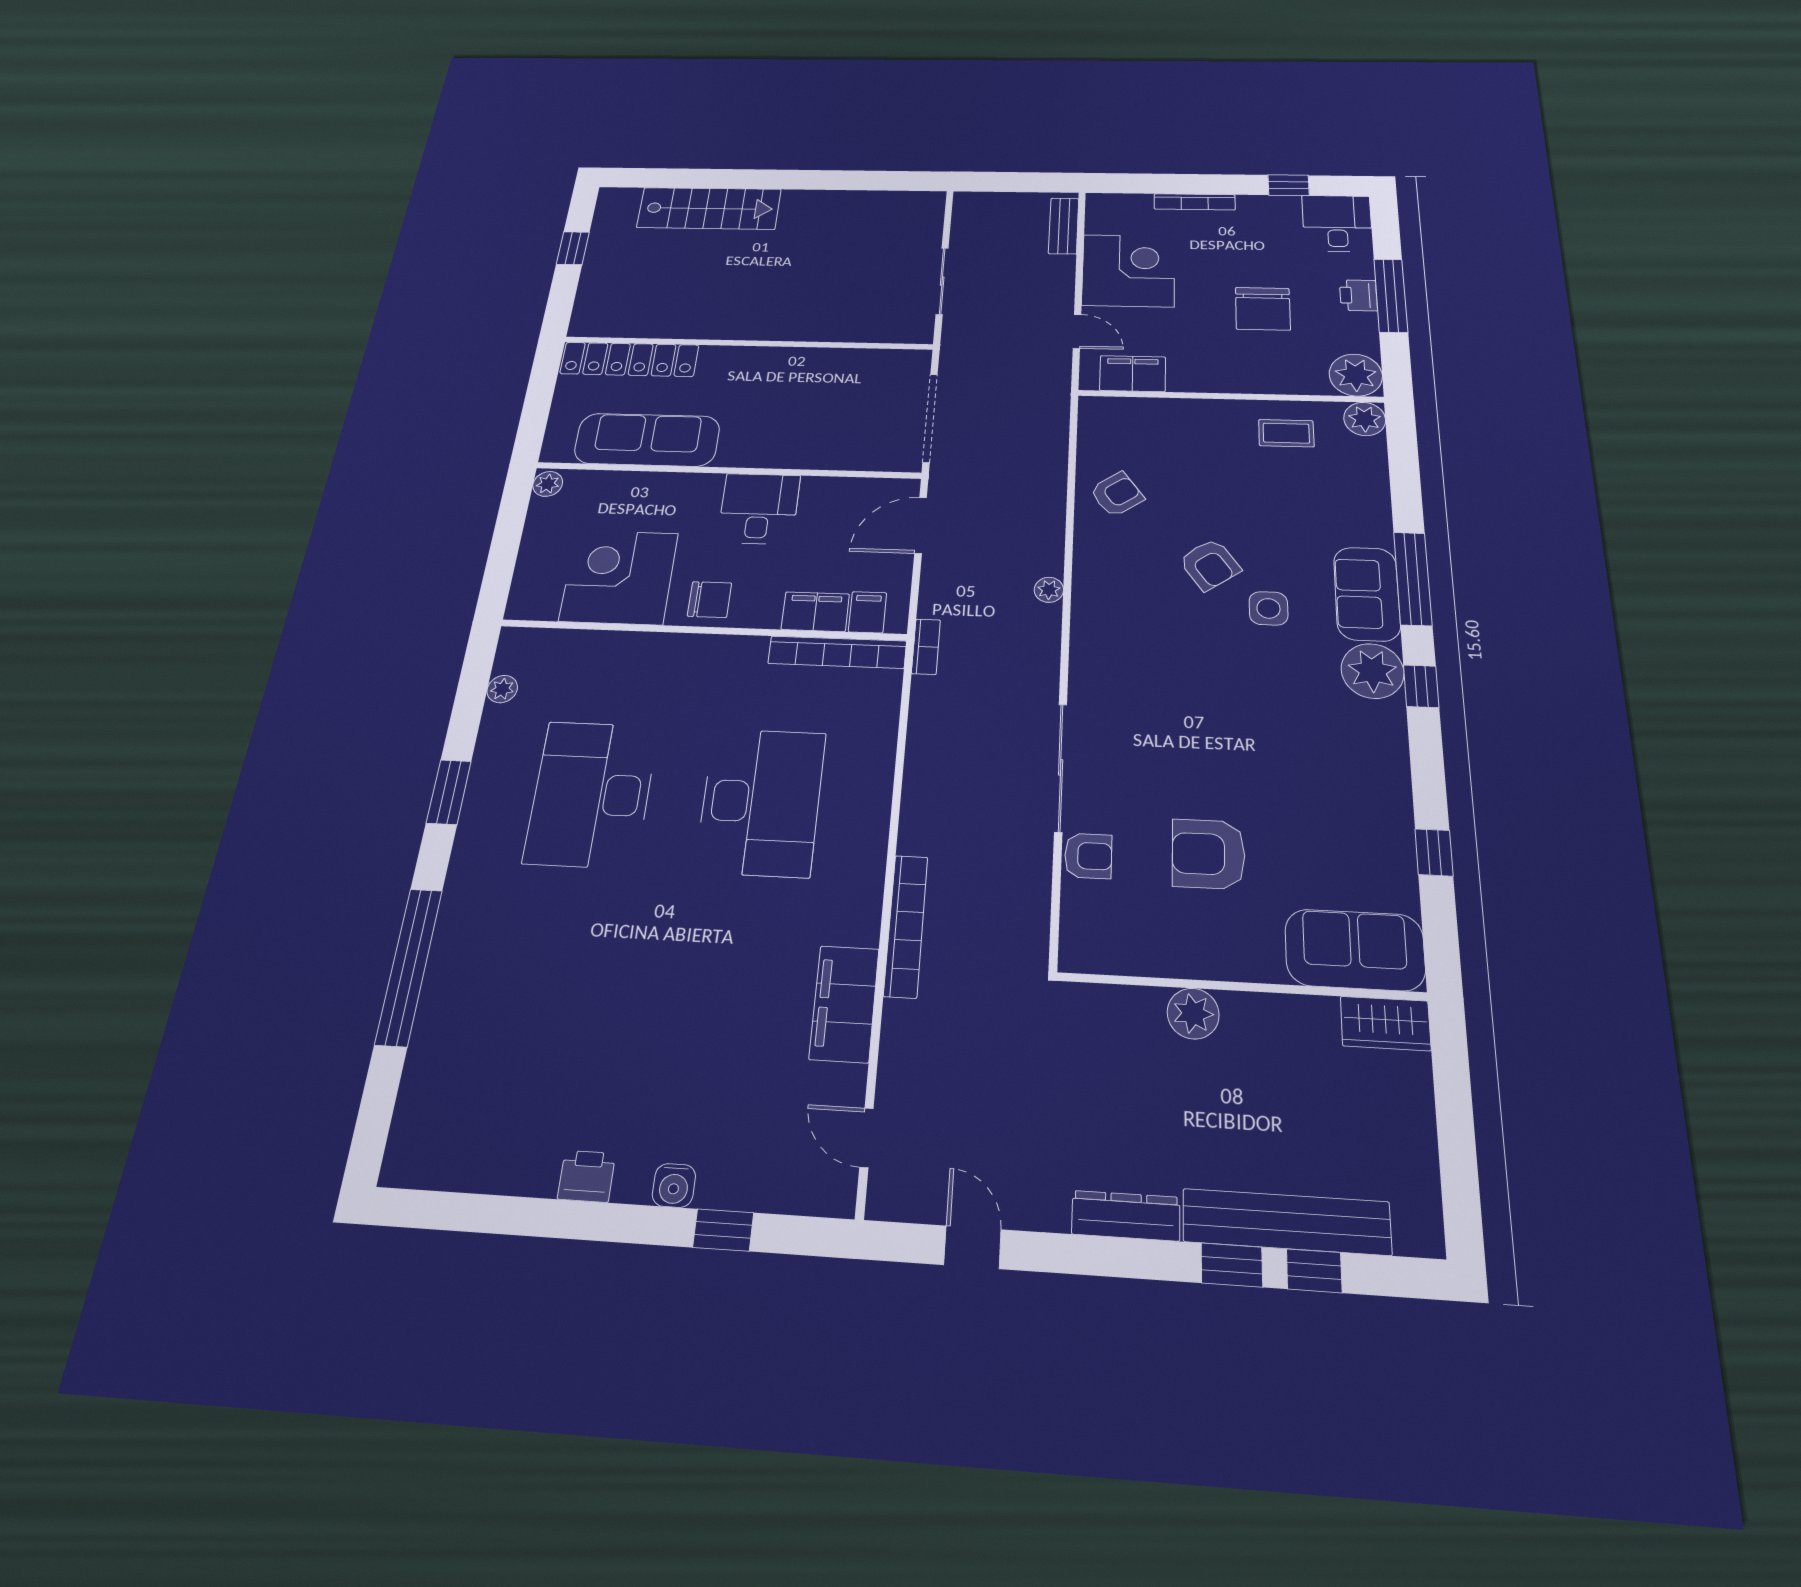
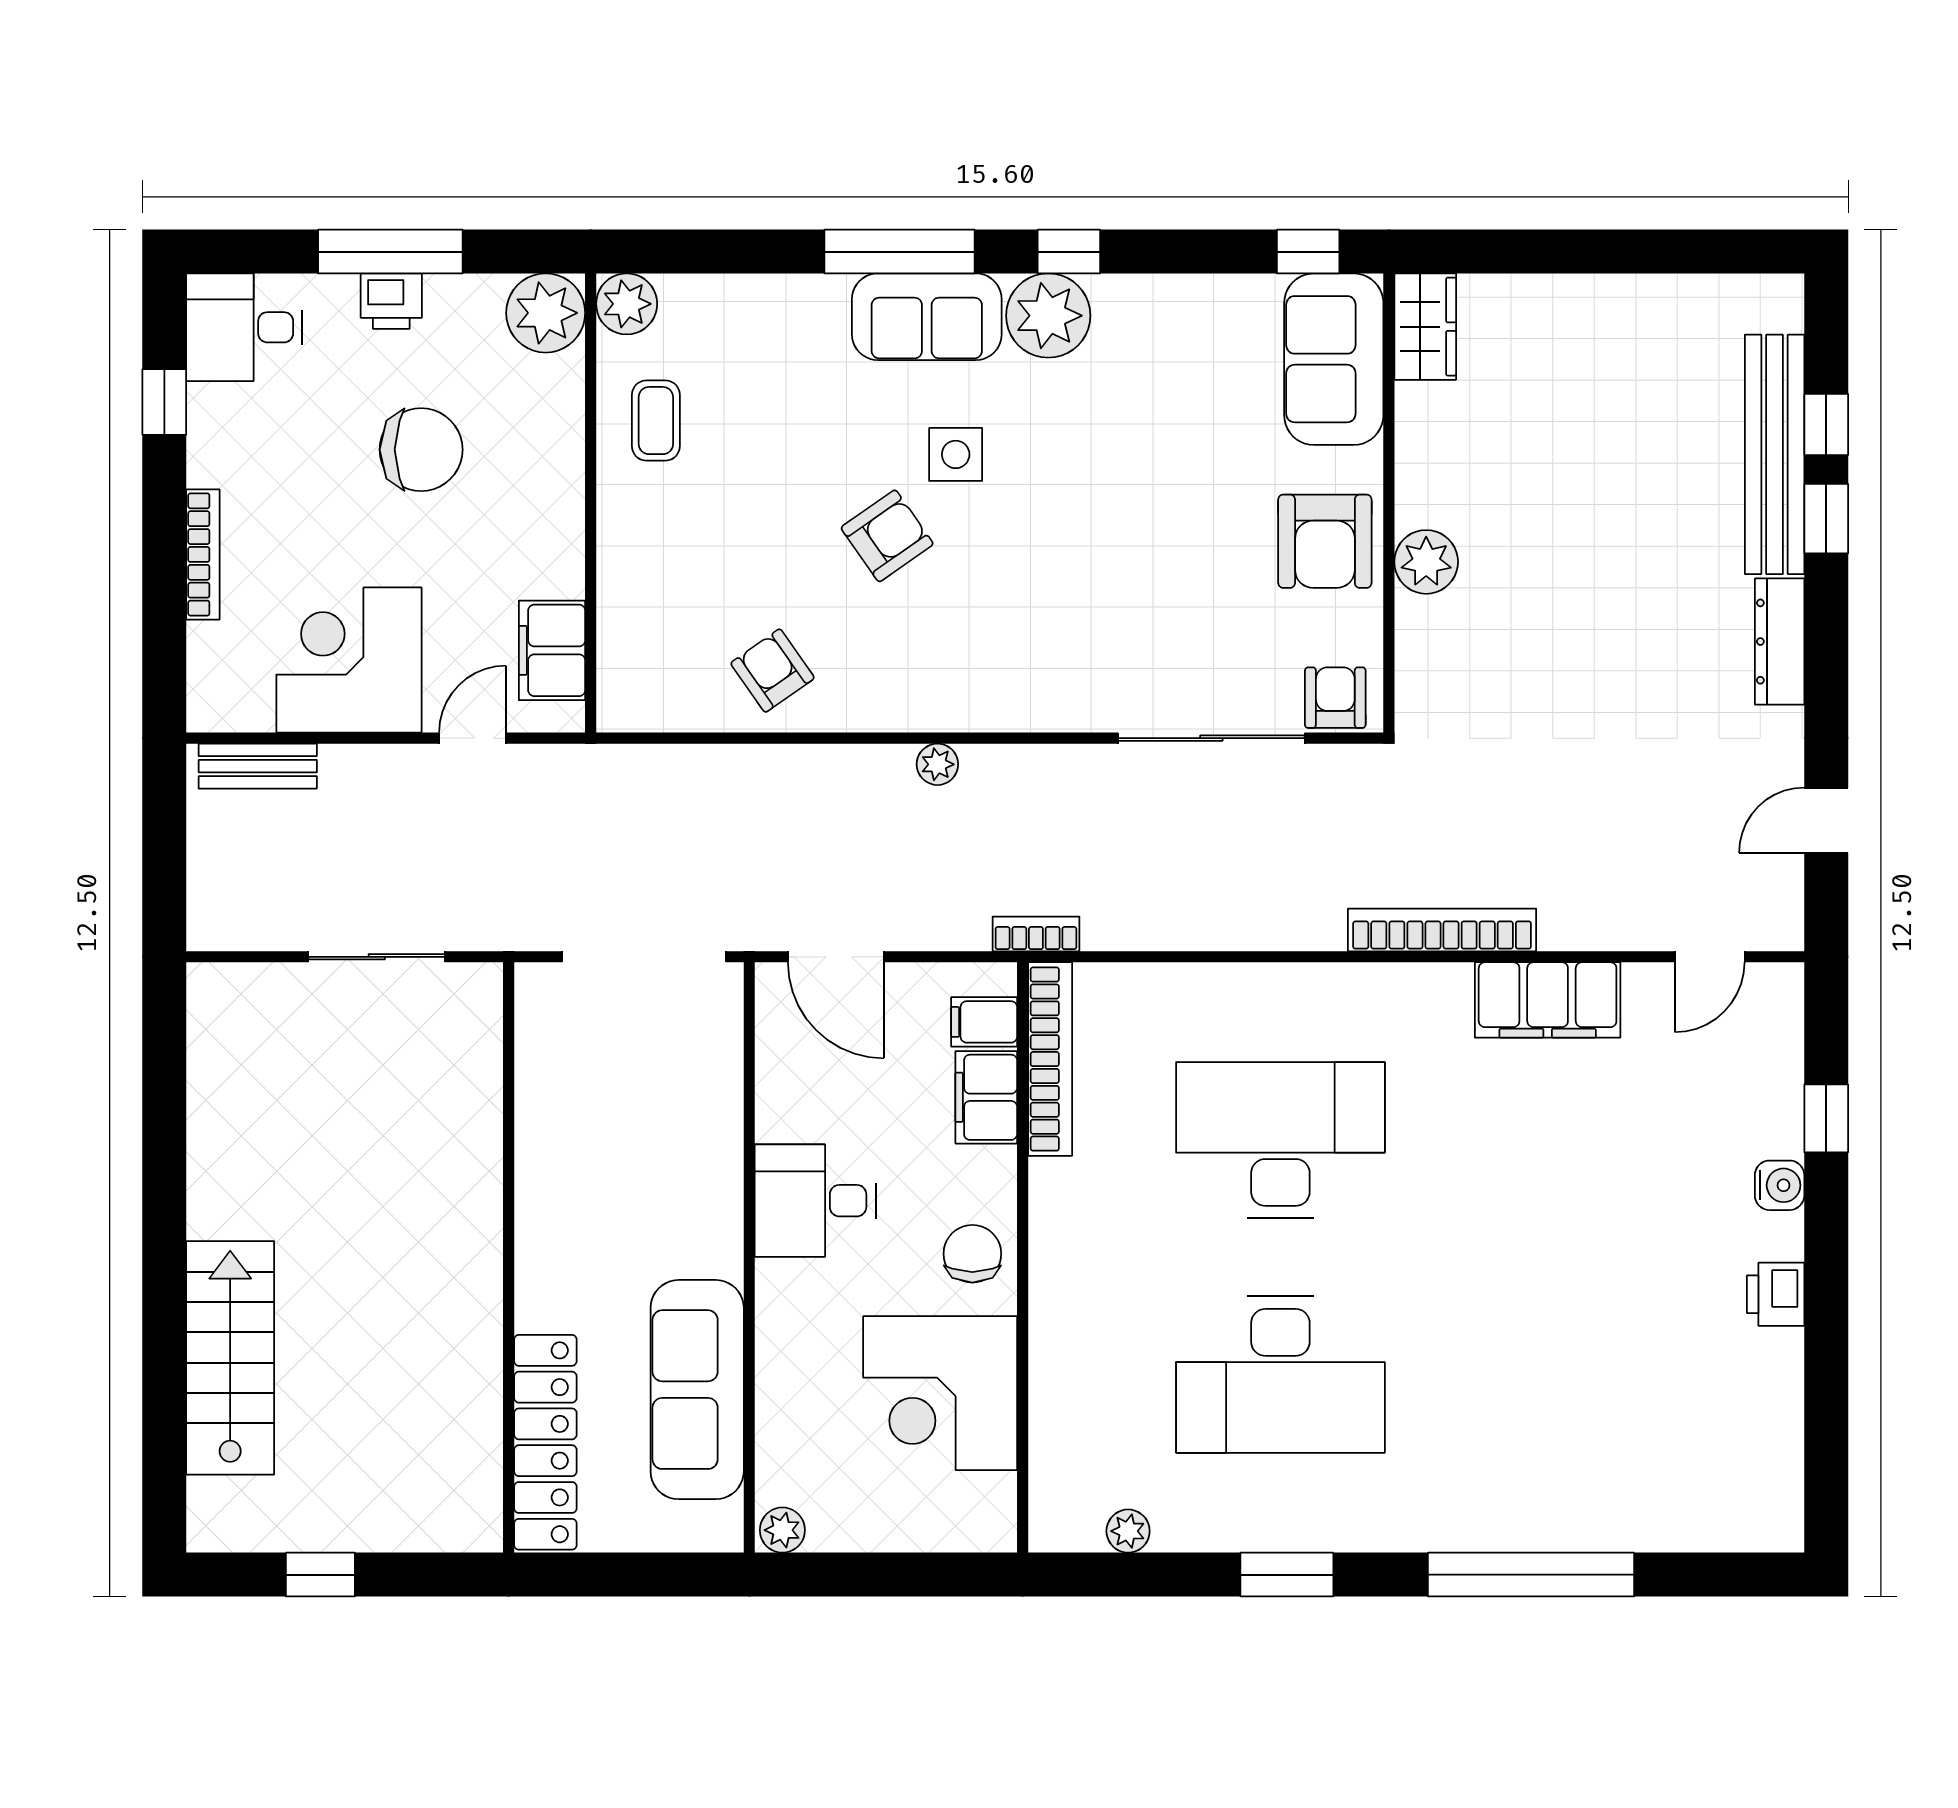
sofa: (1355, 950) -> (1334, 359), moved
wall: (1240, 987) -> (1389, 503), moved
plant: (1193, 1014) -> (1426, 562), moved
wardrobe: (1385, 1023) -> (1425, 327), moved

